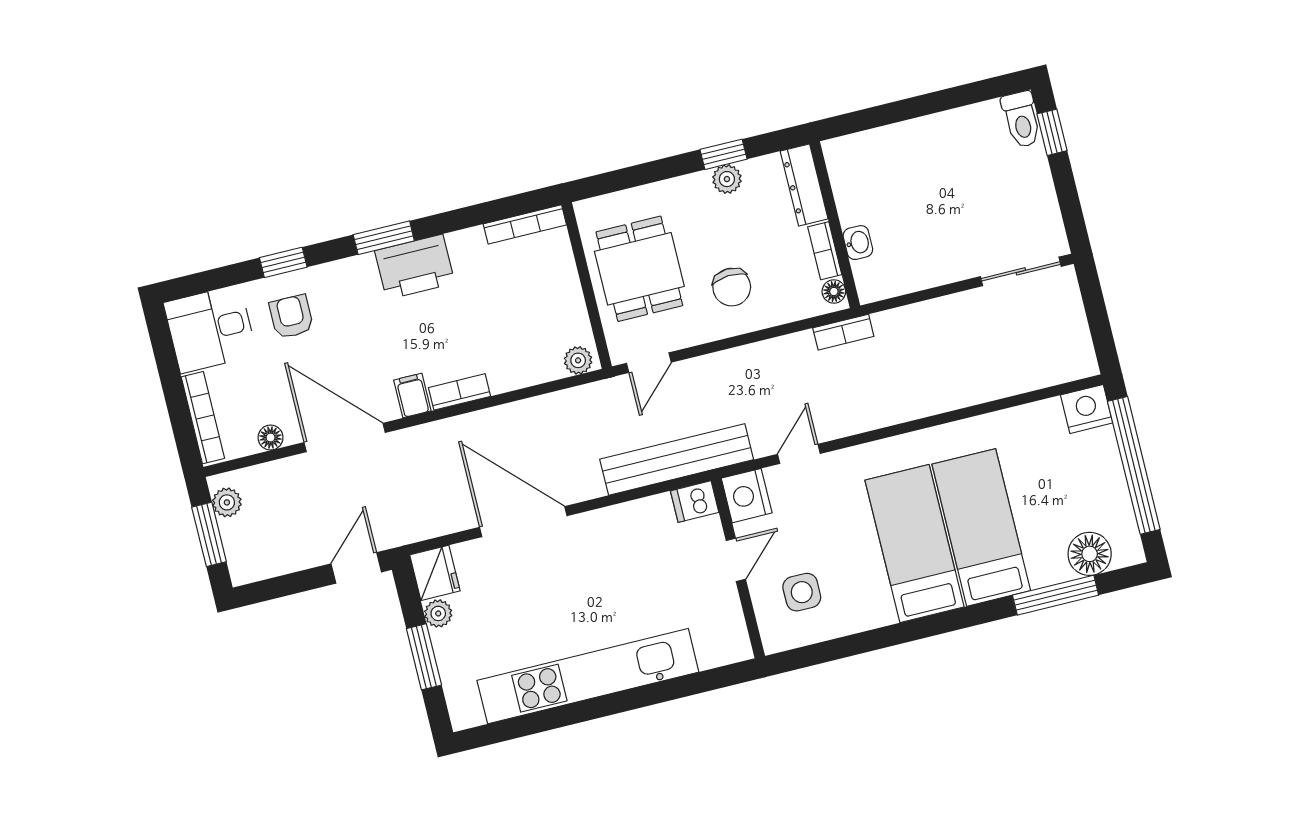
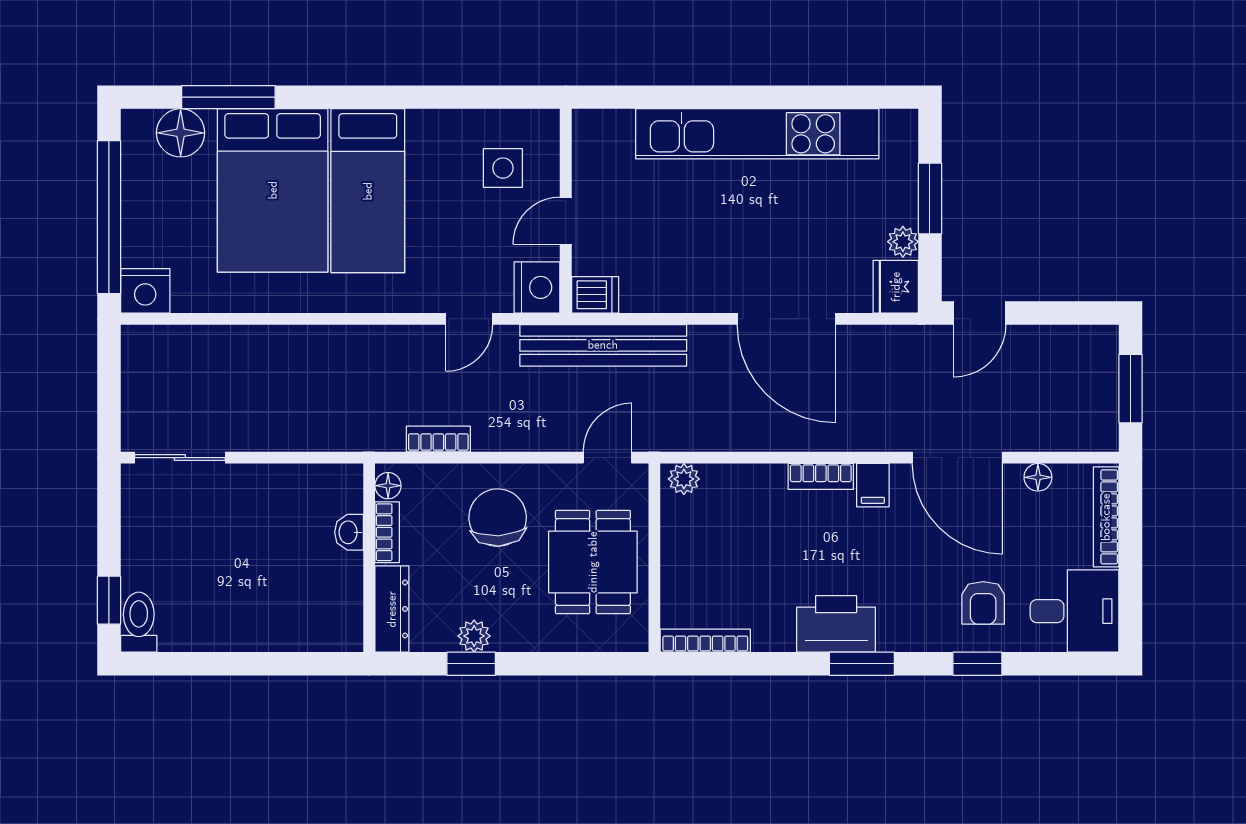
chair: (732, 287) -> (498, 518), width x1.37, depth x1.37
bookcase: (843, 332) -> (438, 439), moved
plant: (227, 502) -> (1103, 419), removed
bed: (981, 527) -> (273, 190), width x1.50

